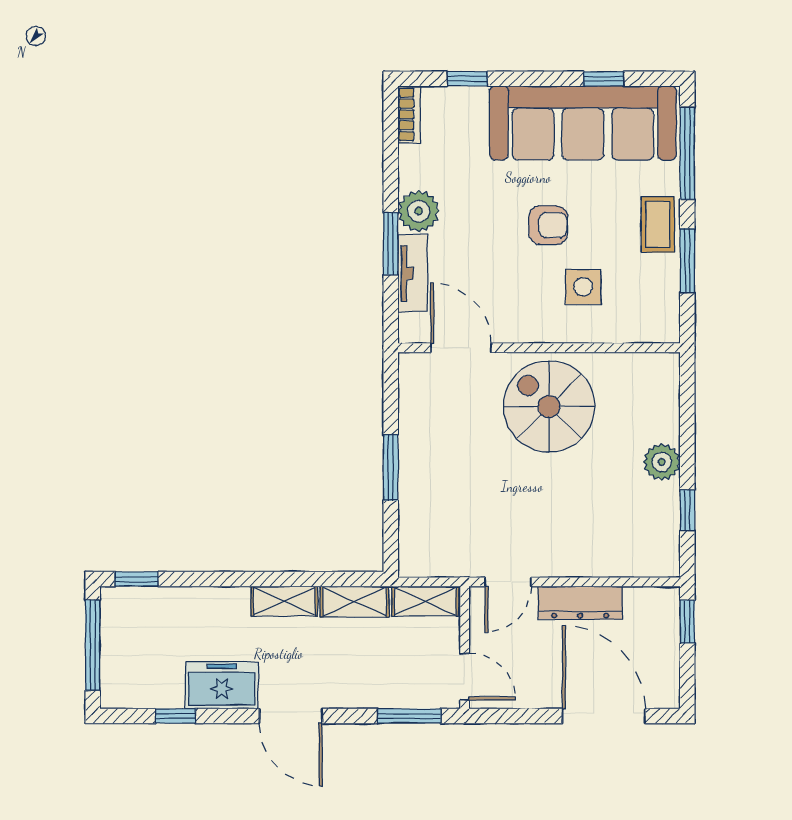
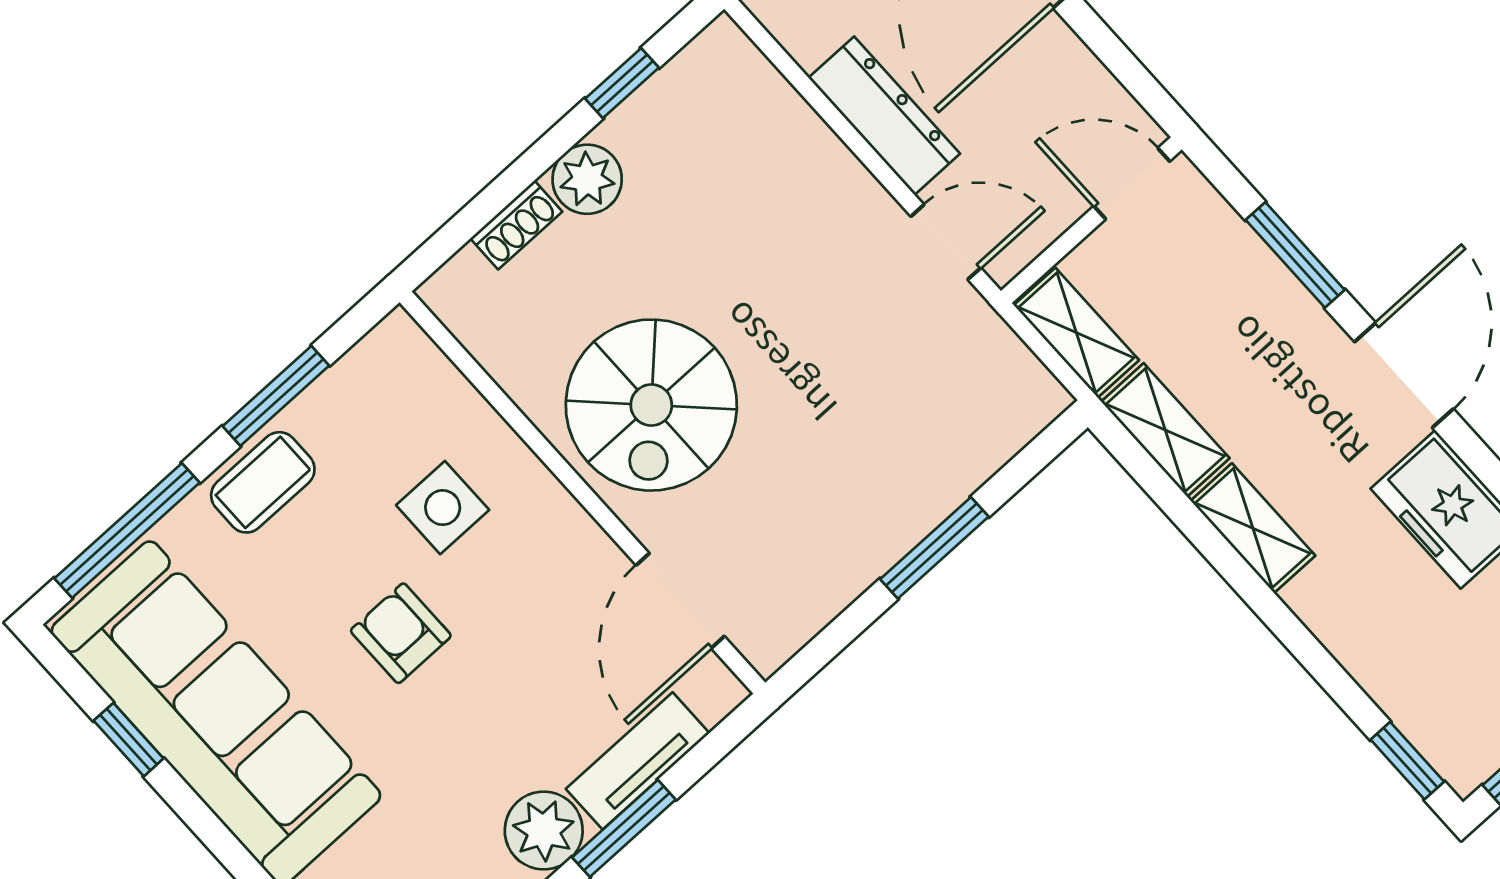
shoe rack: (669, 417) -> (516, 225), added
door: (465, 677) -> (1132, 184), hinge flipped
window: (409, 716) -> (1295, 255), moved

